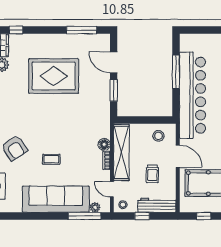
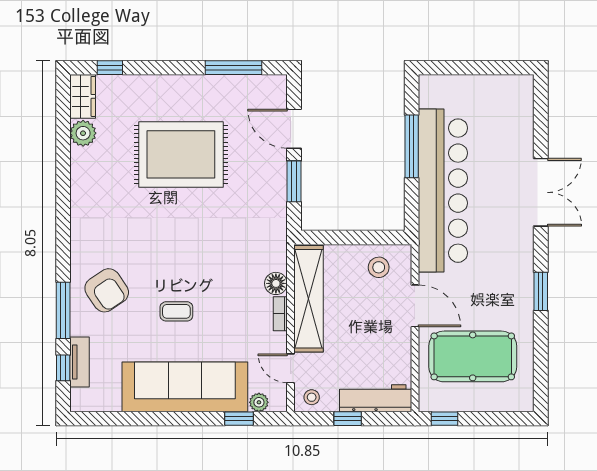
trolley: (152, 174) -> (367, 339), removed
window: (85, 216) -> (239, 419), width x0.46
window: (204, 216) -> (445, 419), moved

